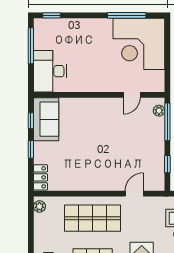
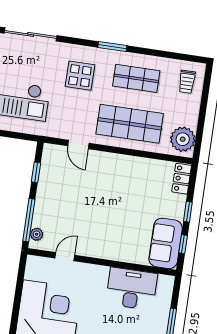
desk: (50, 71) -> (132, 289), moved, turned -90
door: (134, 194) -> (78, 144), hinge flipped
plant: (39, 206) -> (183, 139), width x1.88, depth x1.88

